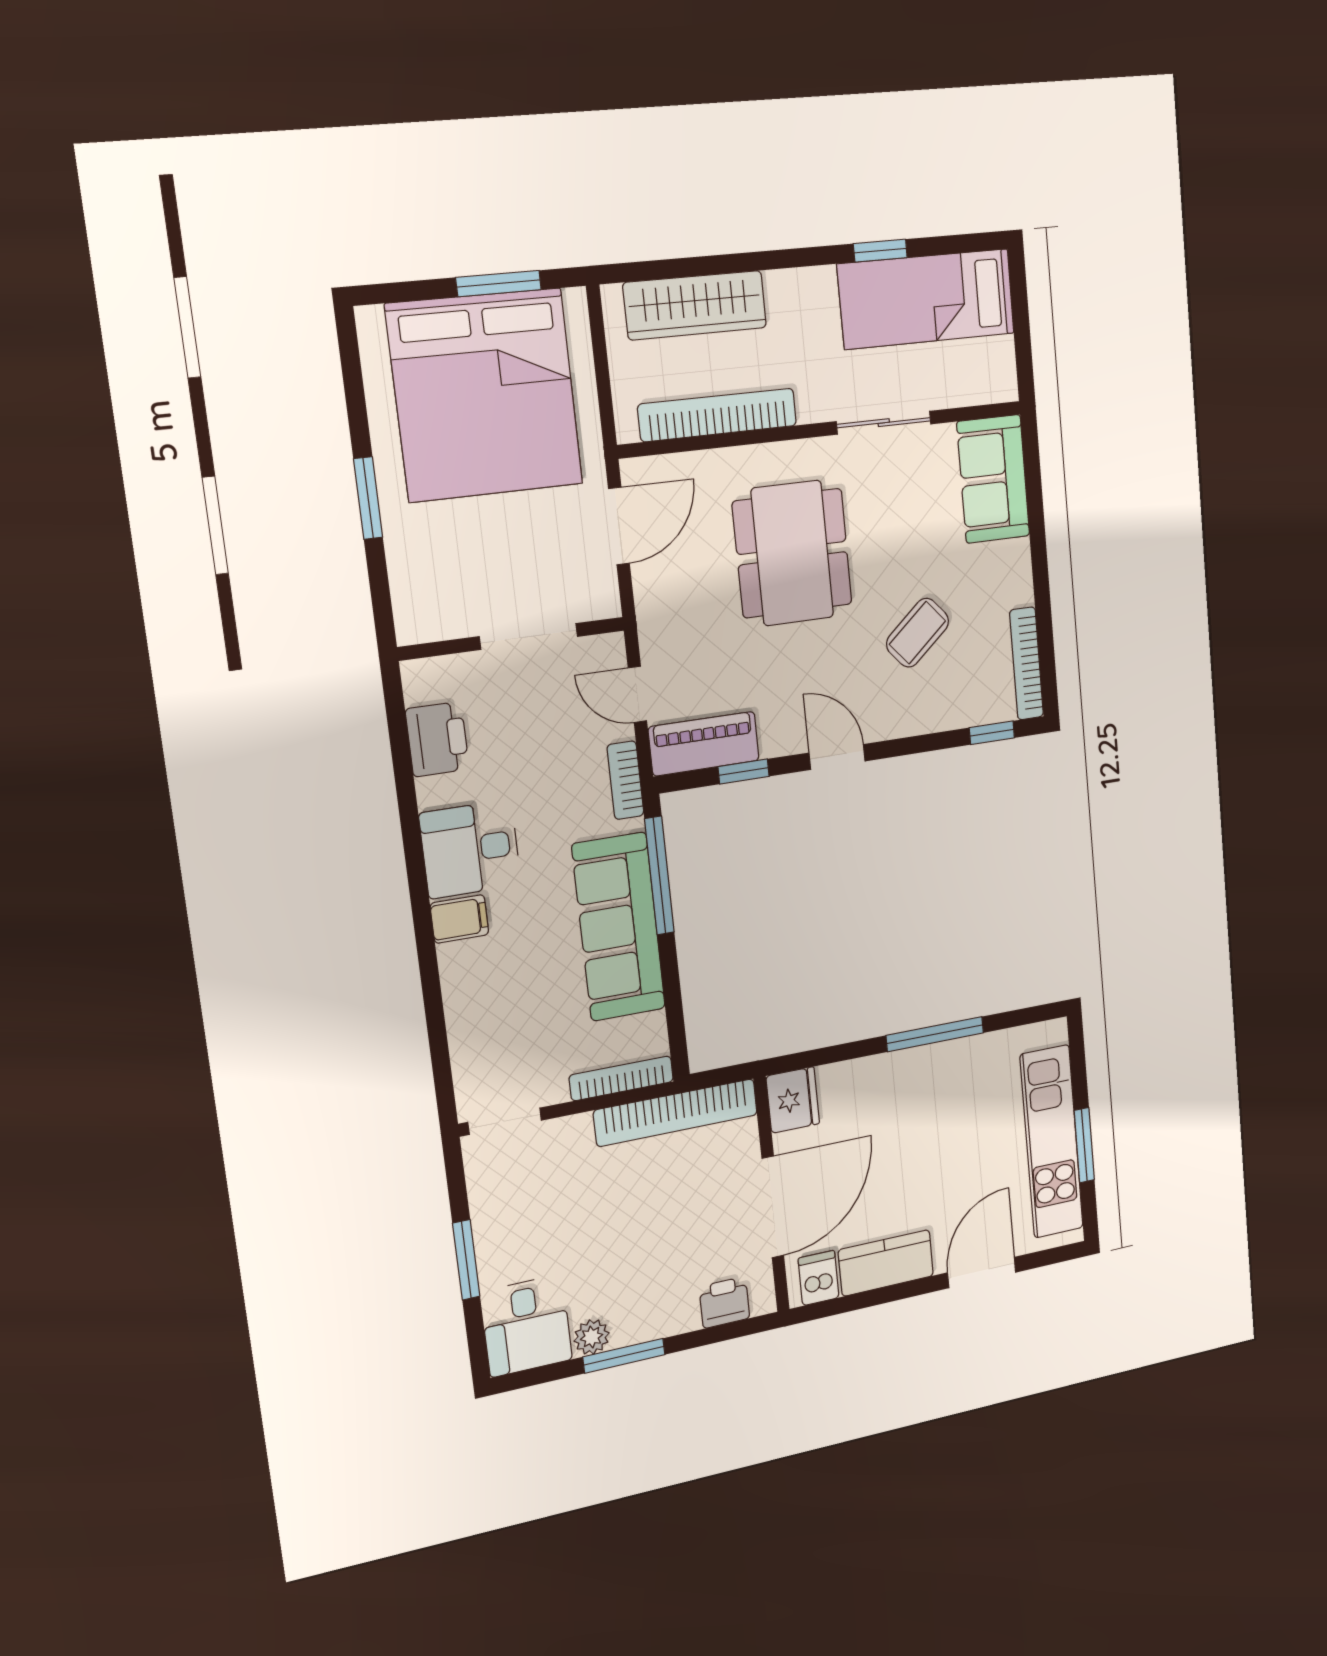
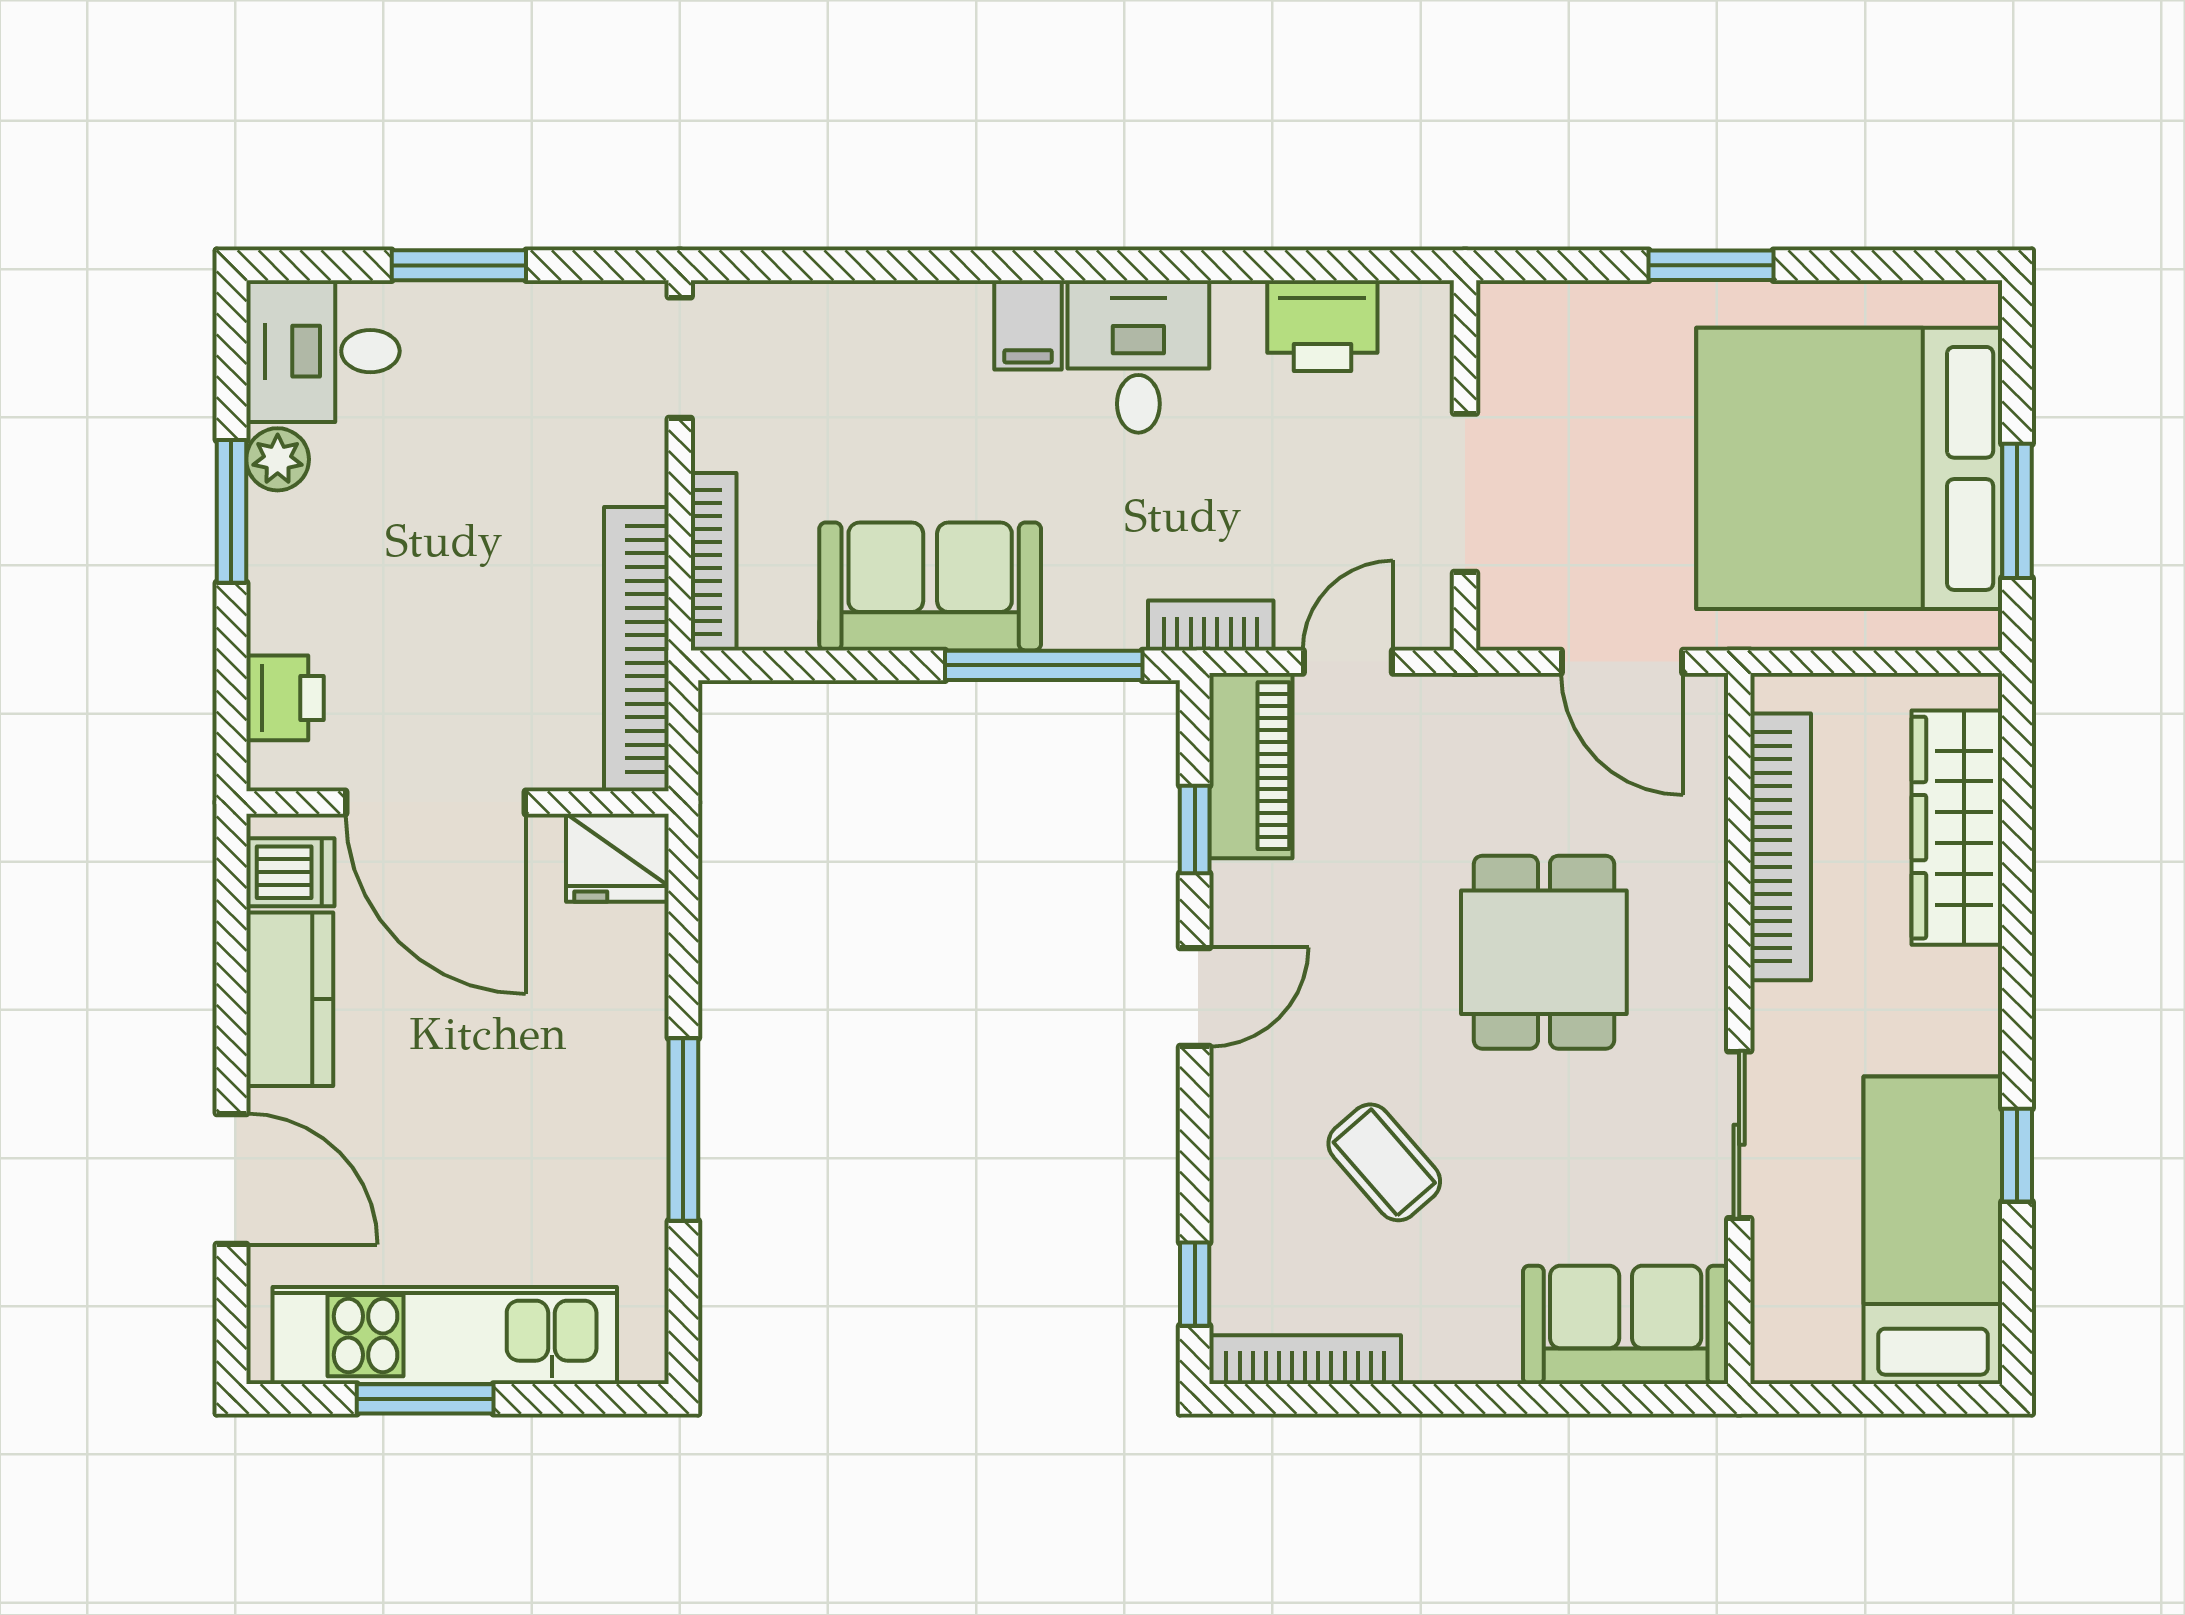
dining table: (792, 553) -> (1544, 952), width x0.73
sofa: (619, 927) -> (930, 586), width x0.73

